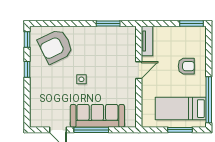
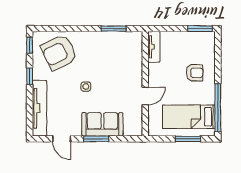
door: (139, 70) -> (145, 96), moved
tv unit: (37, 100) -> (39, 108), added
sofa: (97, 116) -> (102, 124), width x0.73
window: (91, 130) -> (96, 139), width x0.69

